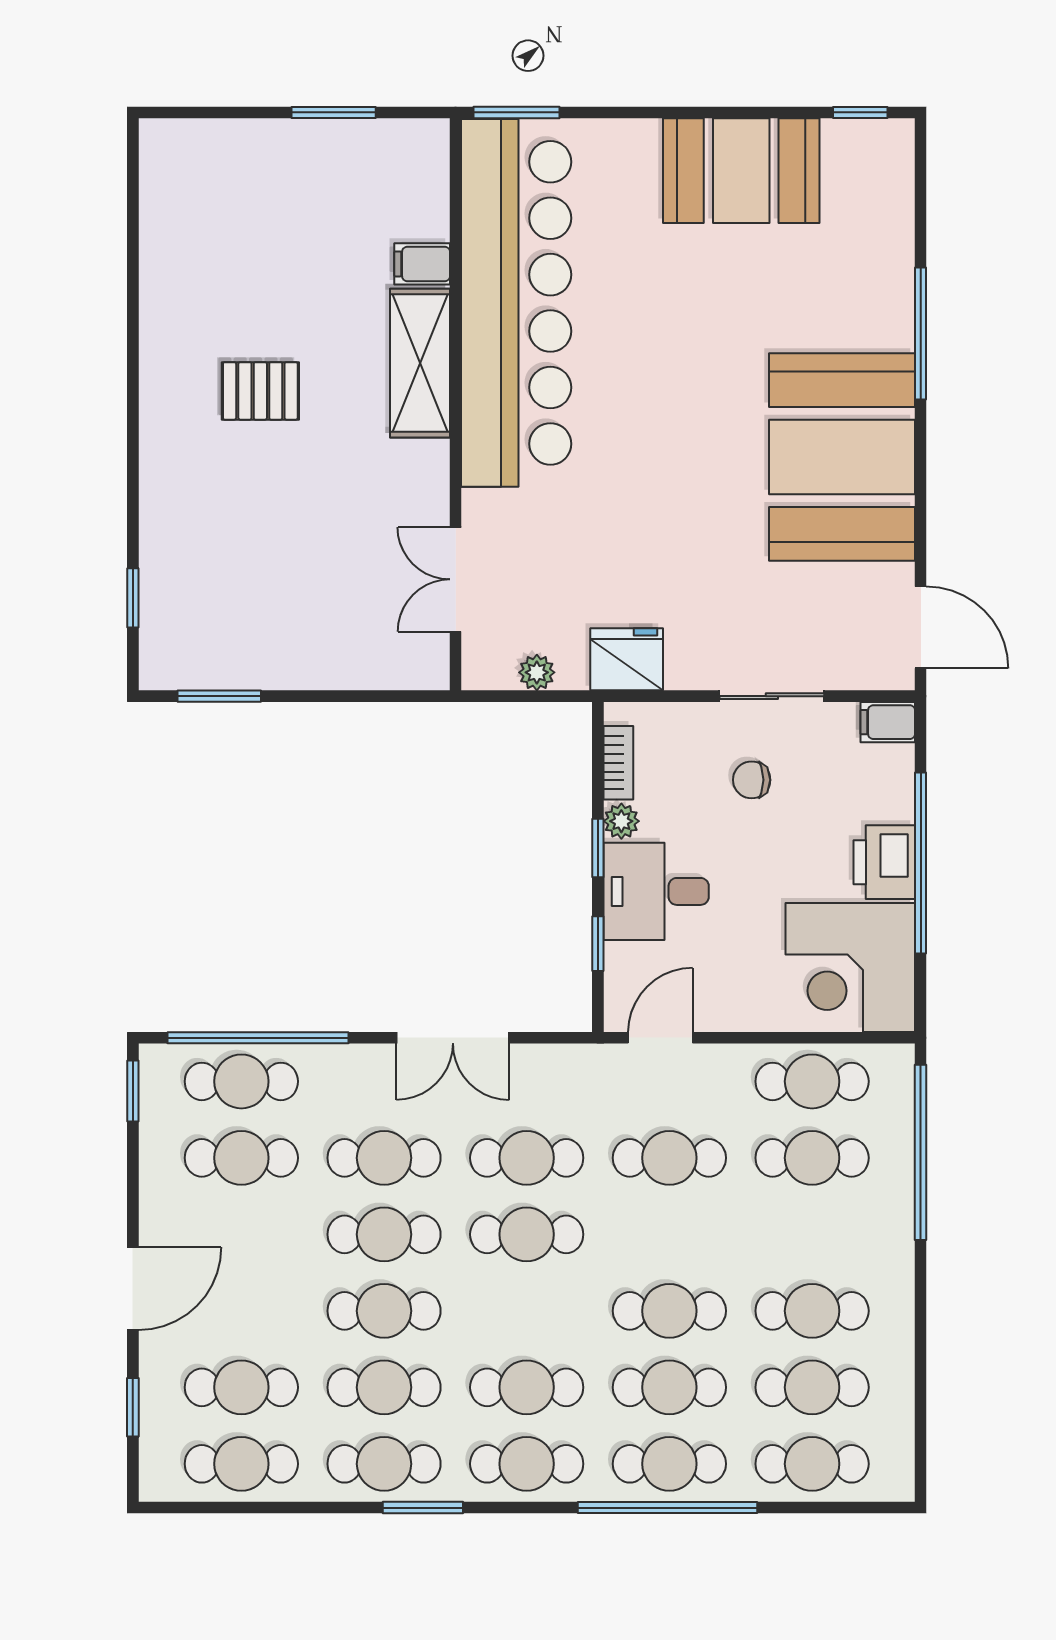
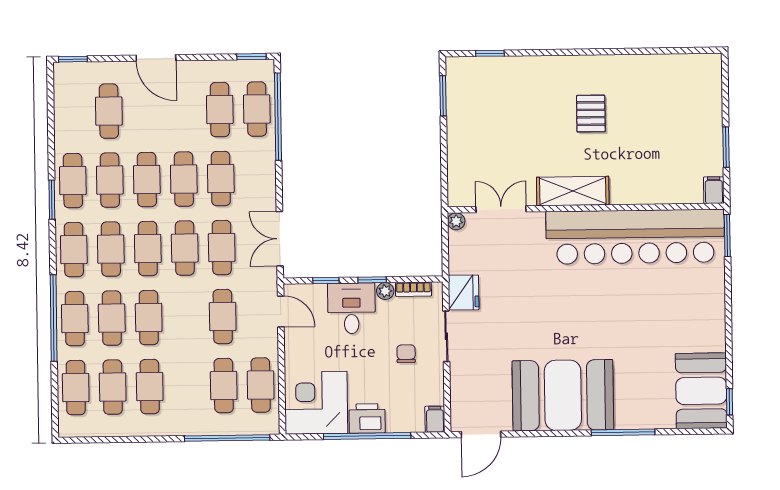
booth: (741, 171) -> (701, 391), moved
filing cabinet: (422, 264) -> (714, 190), moved
shelving: (420, 363) -> (573, 191), moved
plant: (537, 672) -> (456, 221), moved
sliding door: (772, 696) -> (446, 336), moved
double door: (453, 1038) -> (280, 239), moved
window: (133, 1407) -> (73, 59), moved
cafe table: (241, 1464) -> (148, 249), moved

